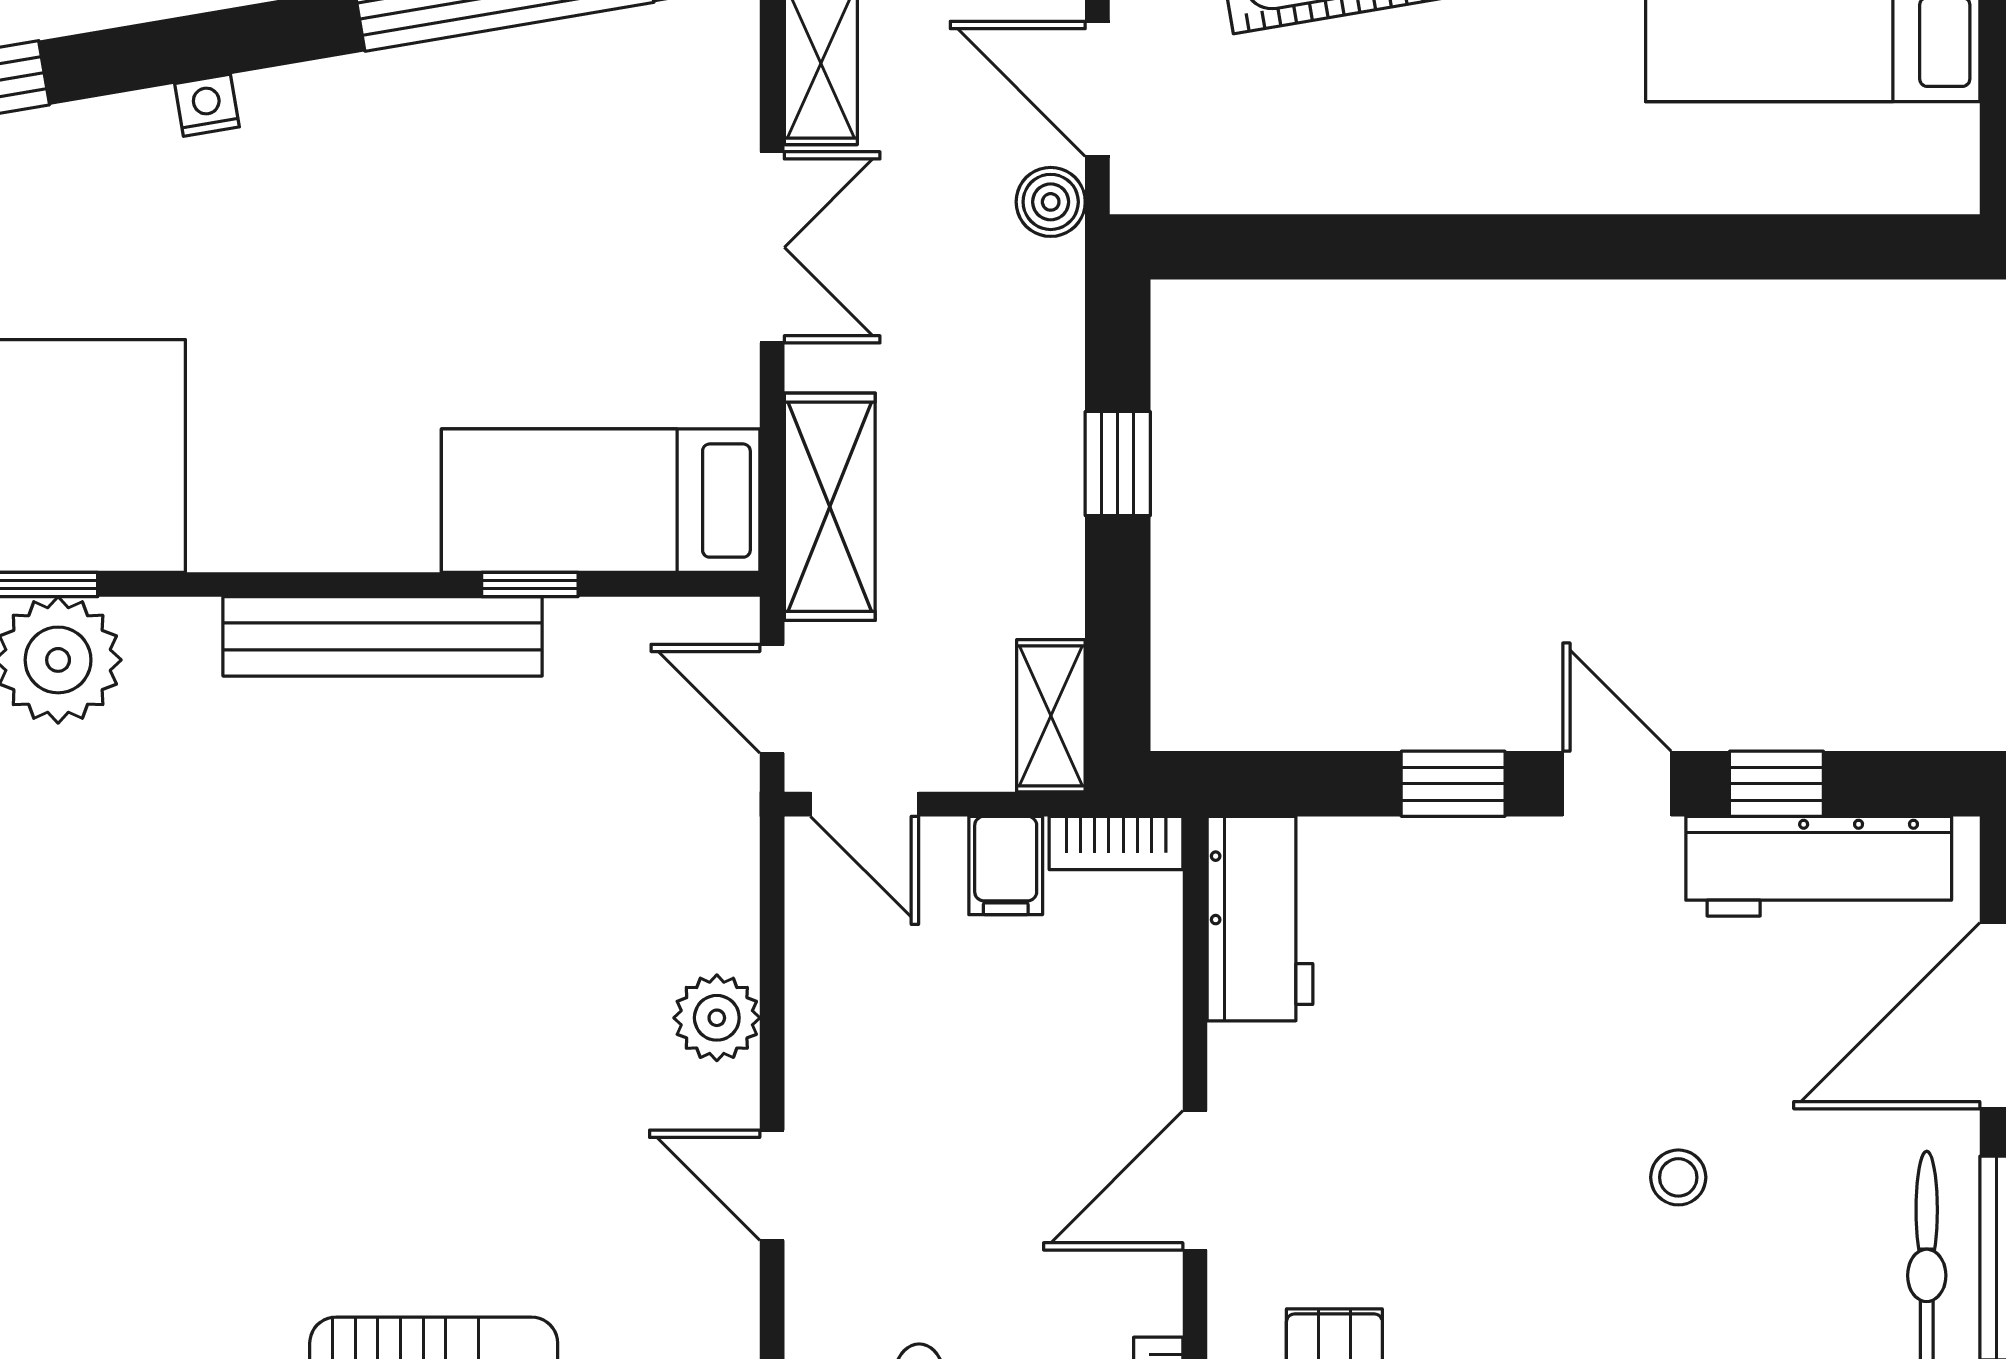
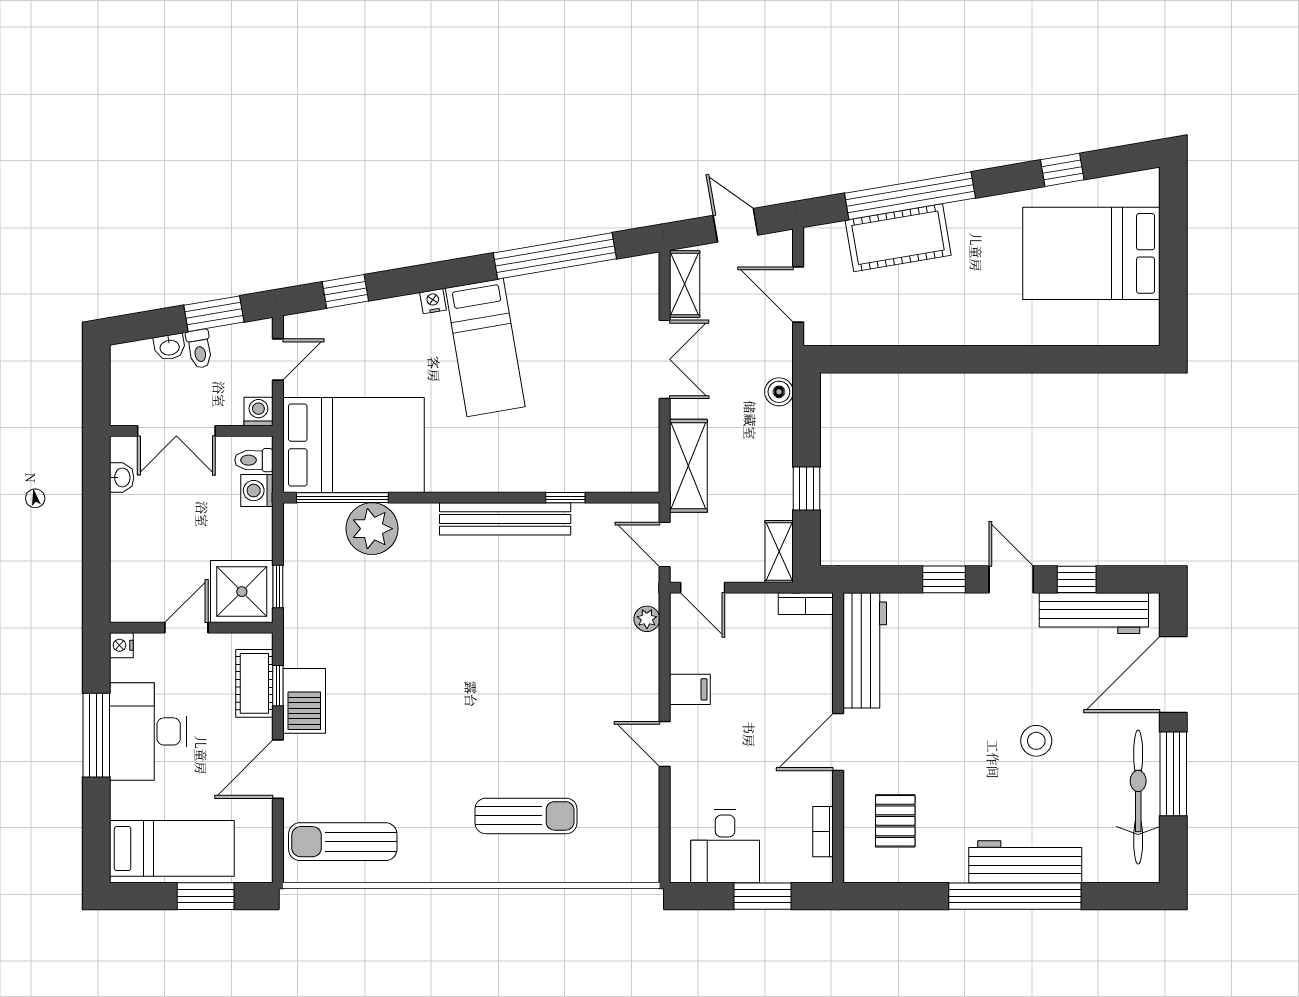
boiler: (1051, 202) -> (779, 392), moved
window: (1118, 464) -> (806, 489), moved
bed: (601, 501) -> (485, 347), moved, turned -100
filing cabinet: (1006, 865) -> (690, 689), moved, turned -90
workbench: (1260, 919) -> (865, 650), width x1.38
plant: (717, 1018) -> (647, 619), moved, width x0.73, depth x0.73
stool: (1678, 1177) -> (1036, 741), width x1.37, depth x1.37

